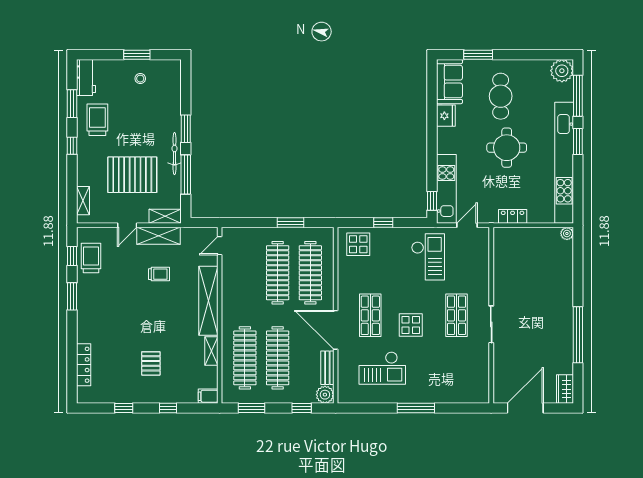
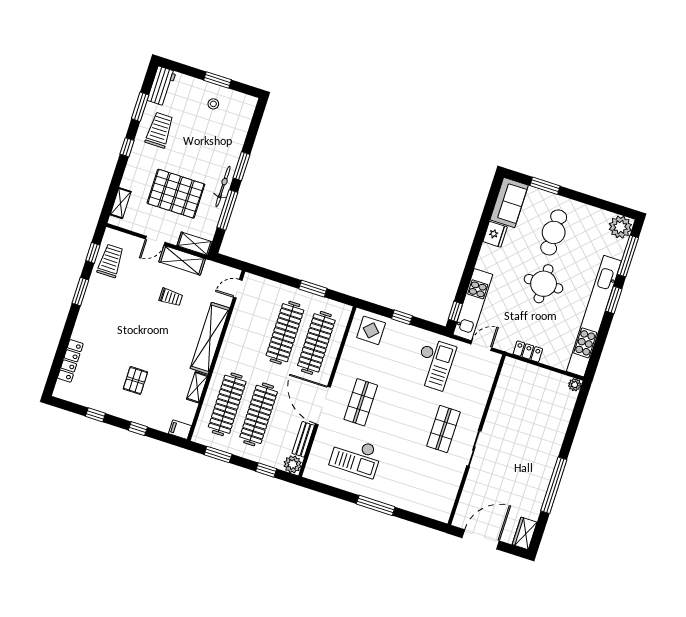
display table: (411, 325) -> (397, 424), removed

